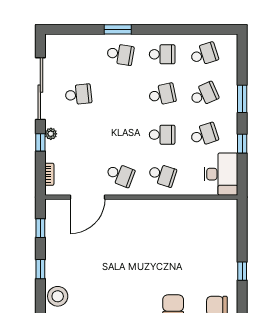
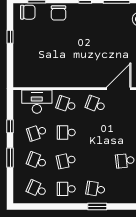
school desk: (204, 54) -> (37, 189), turned 42
school desk: (204, 94) -> (37, 161), turned 45
desk: (221, 174) -> (37, 102), moved, turned 90

